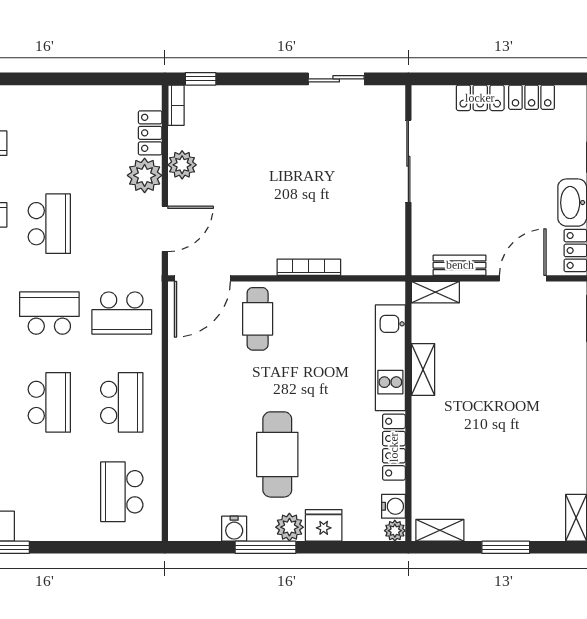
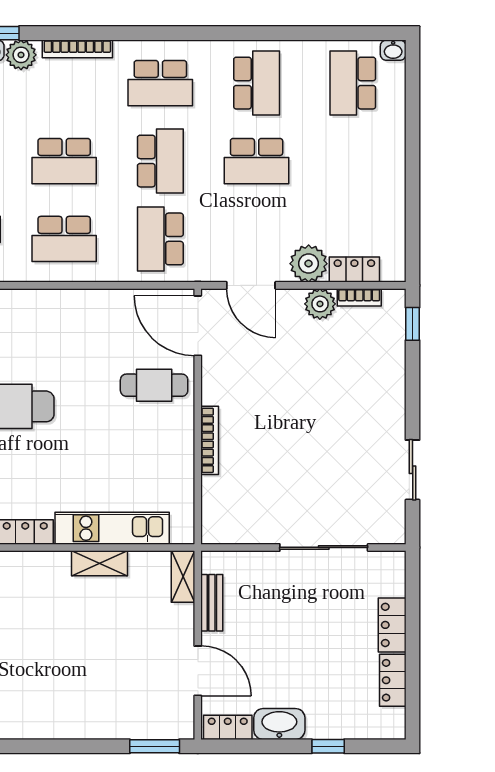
bookcase: (176, 105) -> (359, 297), moved

